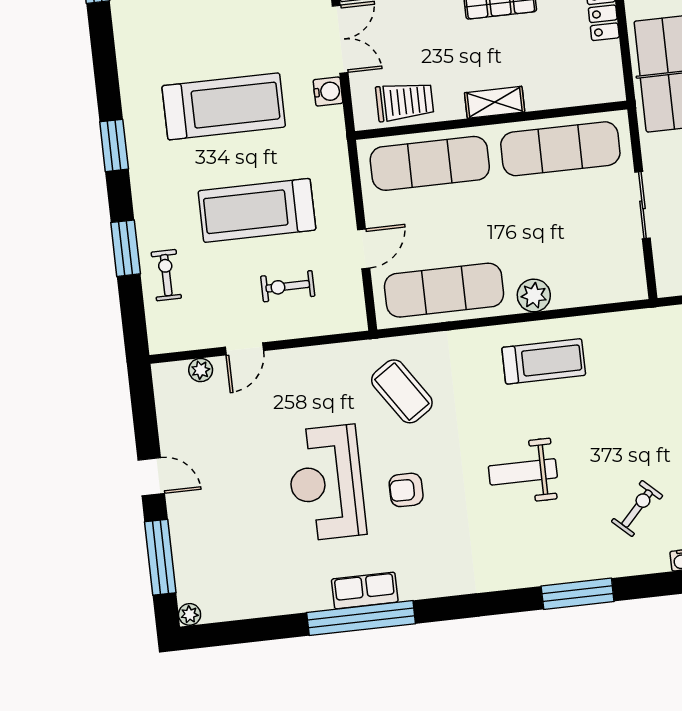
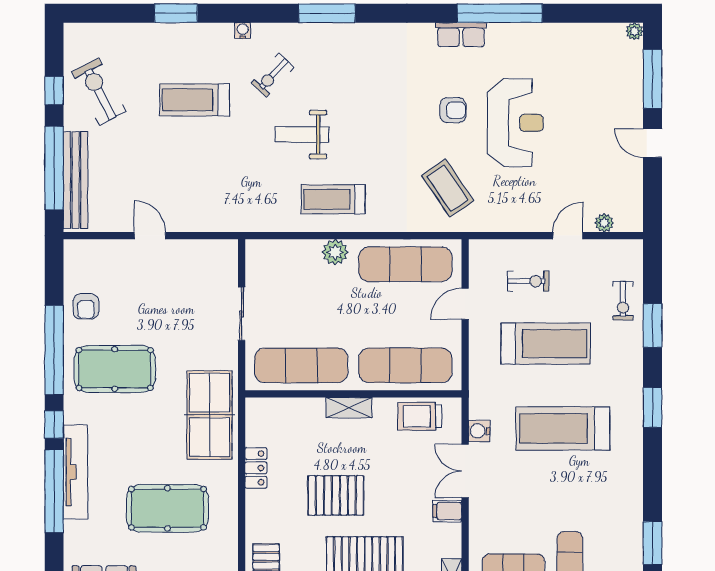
weight bench: (523, 472) -> (302, 134), moved, turned 180
row of seats: (365, 590) -> (461, 35), moved

